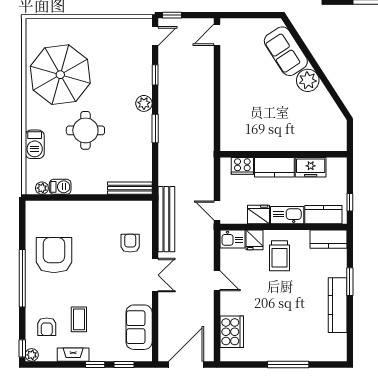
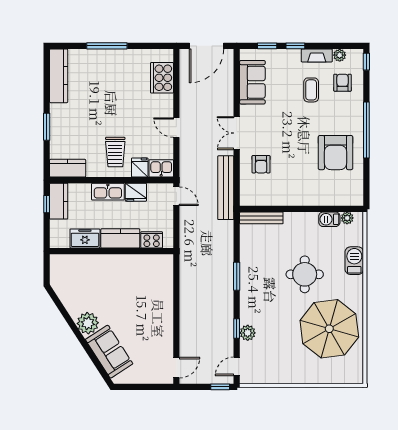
plant: (144, 103) -> (248, 333), moved
kitchen counter: (323, 215) -> (59, 201), moved, turned -90
trolley: (280, 256) -> (115, 152), turned 180
kitchen counter: (338, 305) -> (59, 76), moved
plant: (32, 355) -> (340, 55), moved

